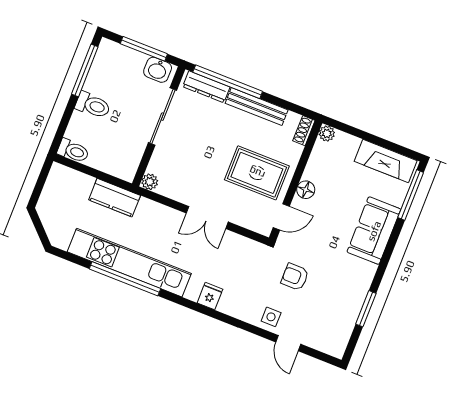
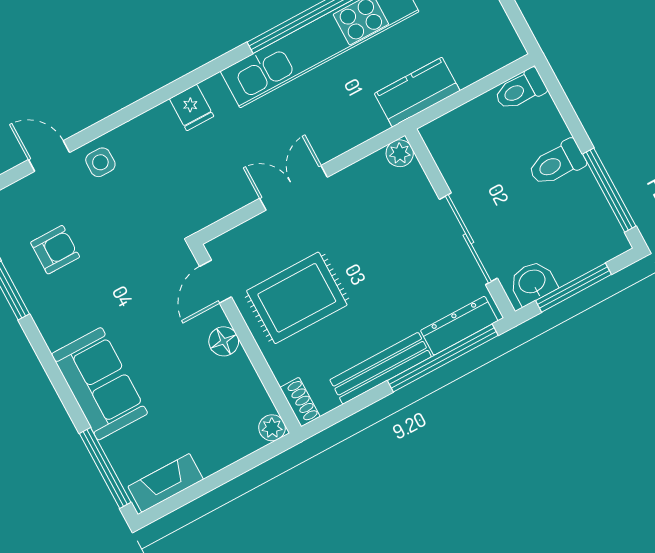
fireplace: (386, 161) -> (166, 483), width x0.73, depth x0.76
armchair: (295, 277) -> (55, 250), moved

